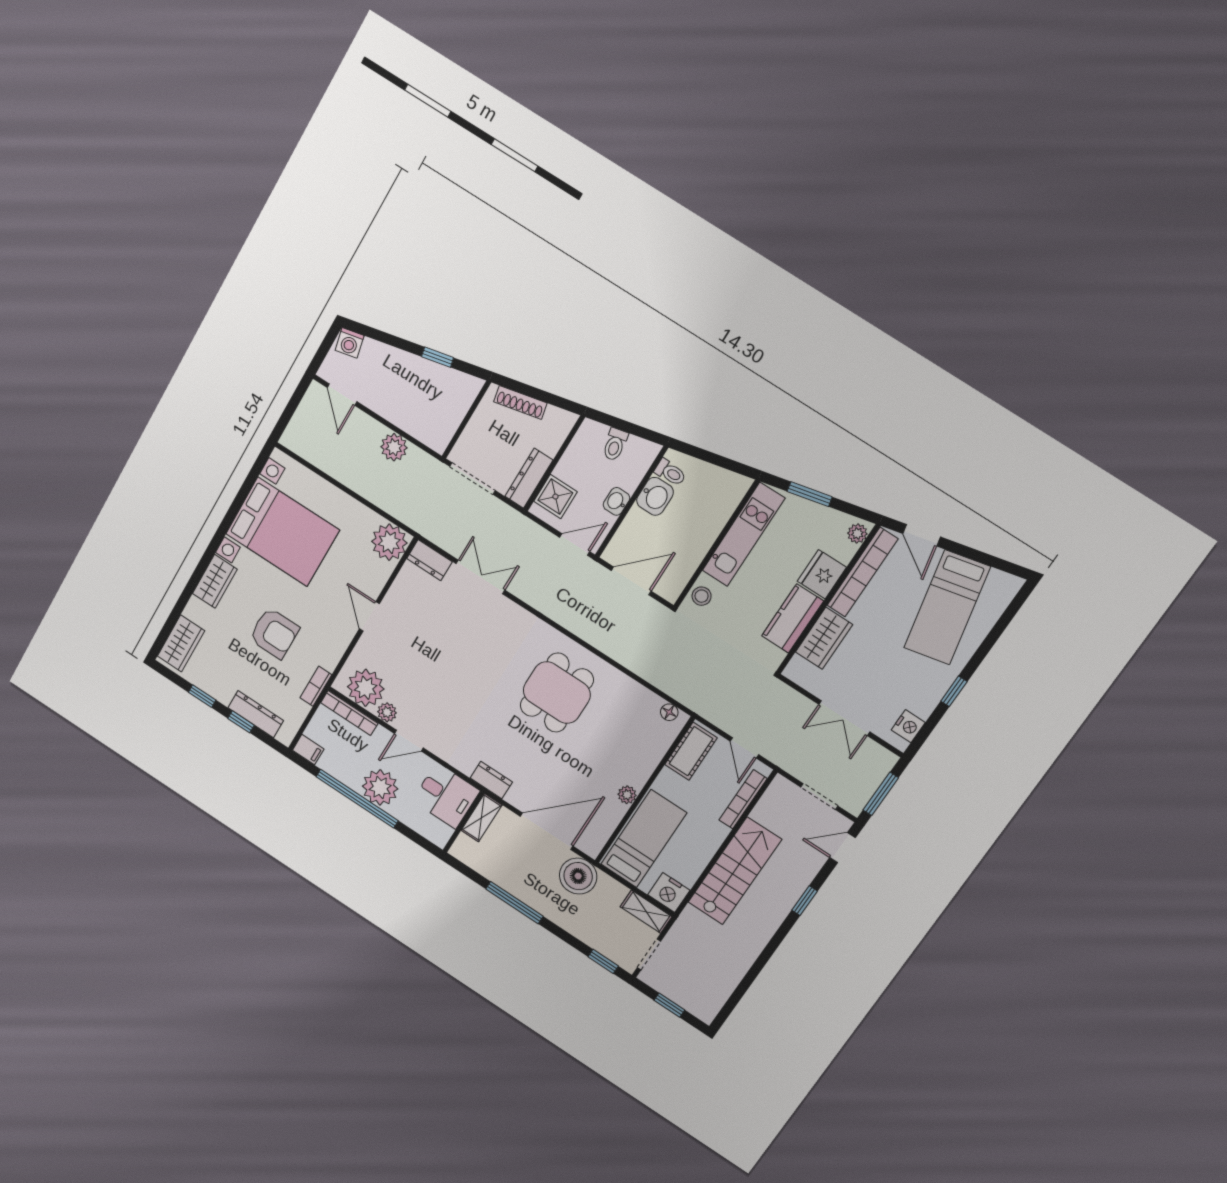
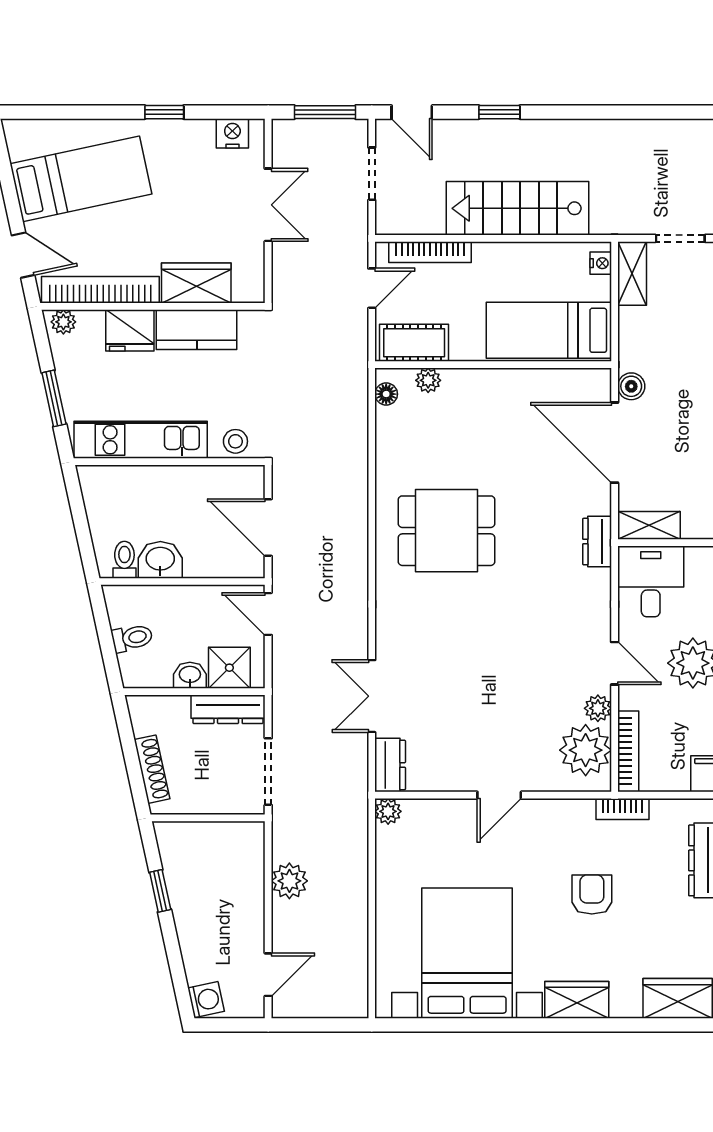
washbasin: (616, 501) -> (190, 675), moved, turned 180
door: (922, 535) -> (23, 255), hinge flipped
plant: (389, 542) -> (388, 811), width x0.53, depth x0.53
armchair: (274, 633) -> (592, 895), width x0.72, depth x0.72
plant: (627, 795) -> (428, 380), moved
boiler: (578, 876) -> (631, 386), width x0.54, depth x0.54
nightstand: (669, 892) -> (601, 263), width x0.53, depth x0.56

